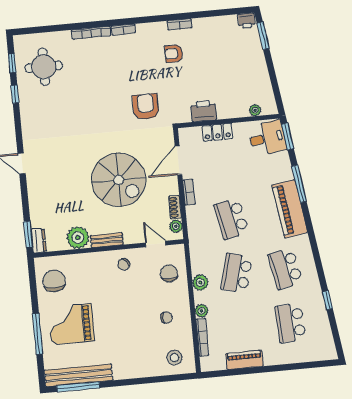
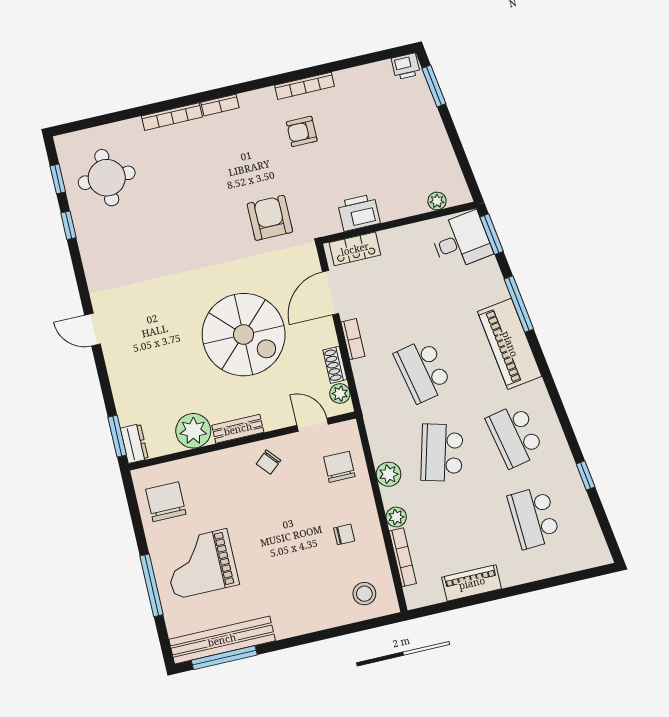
bookcase: (179, 24) -> (304, 86), width x1.56
locker: (218, 132) -> (355, 249), moved

